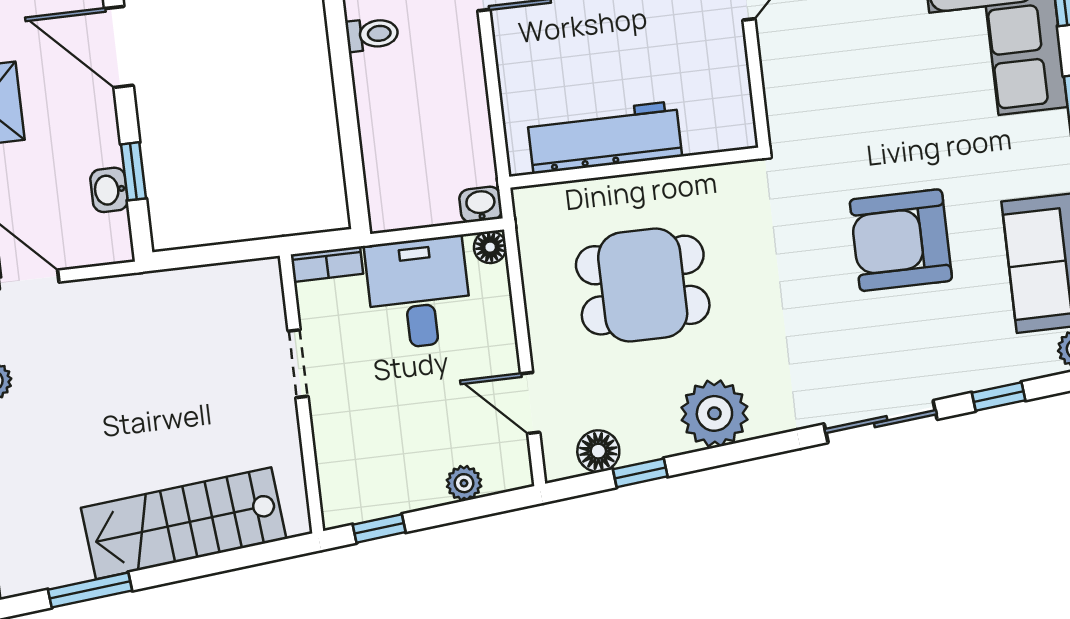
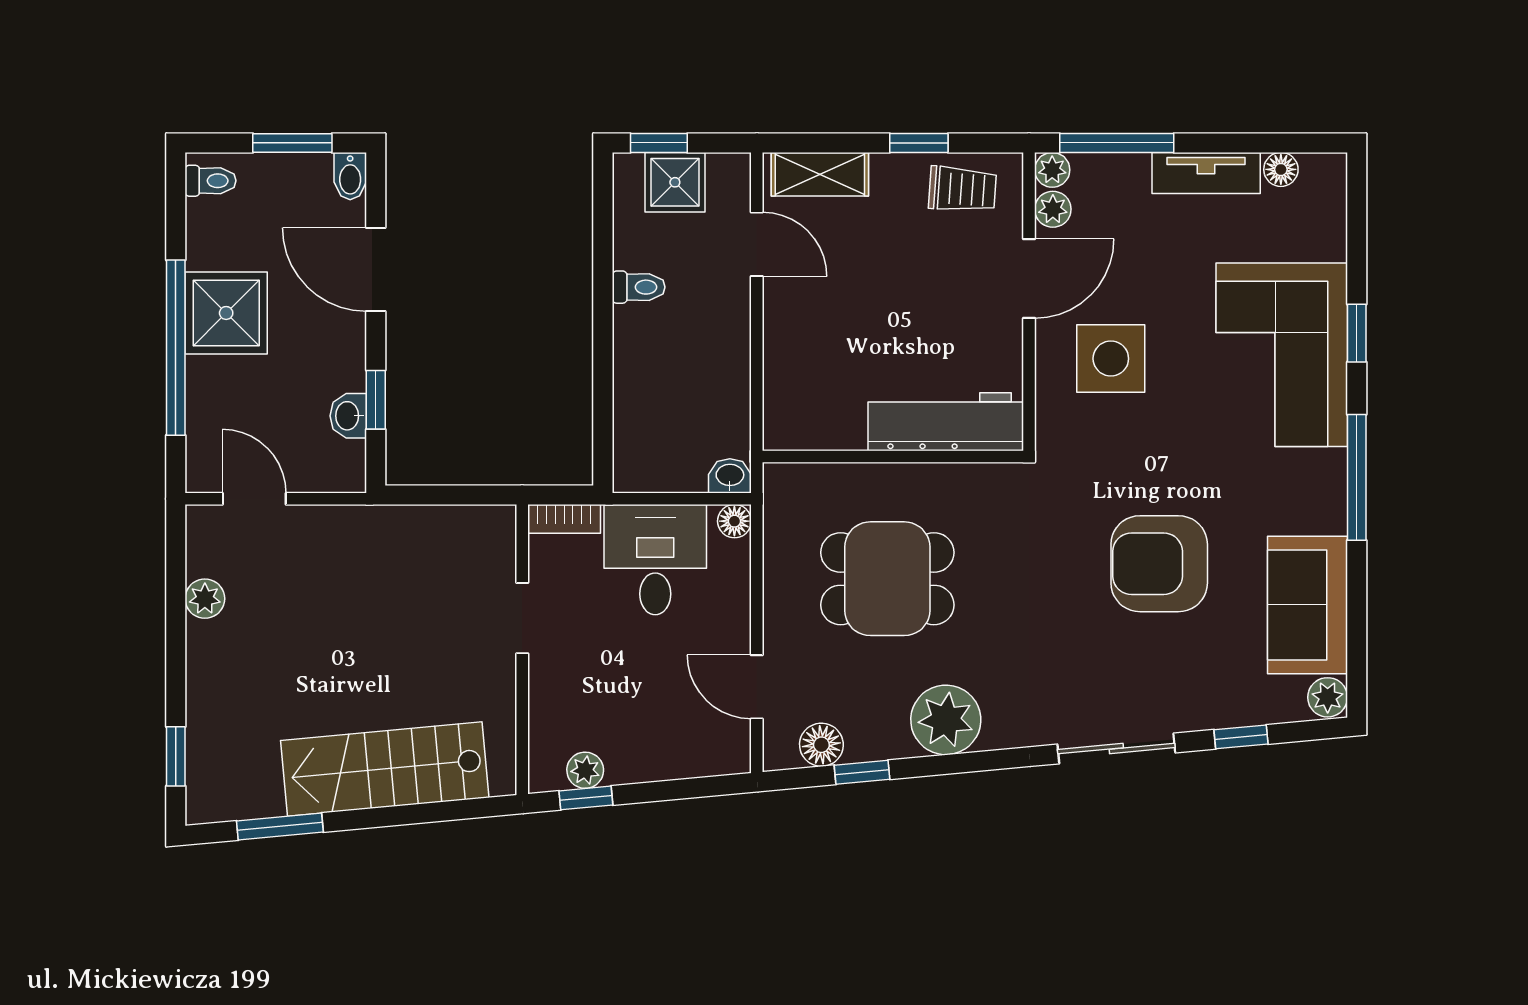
side table: (832, 49) -> (1111, 359), added
workbench: (605, 137) -> (946, 422), moved
plant: (464, 483) -> (585, 770), moved

